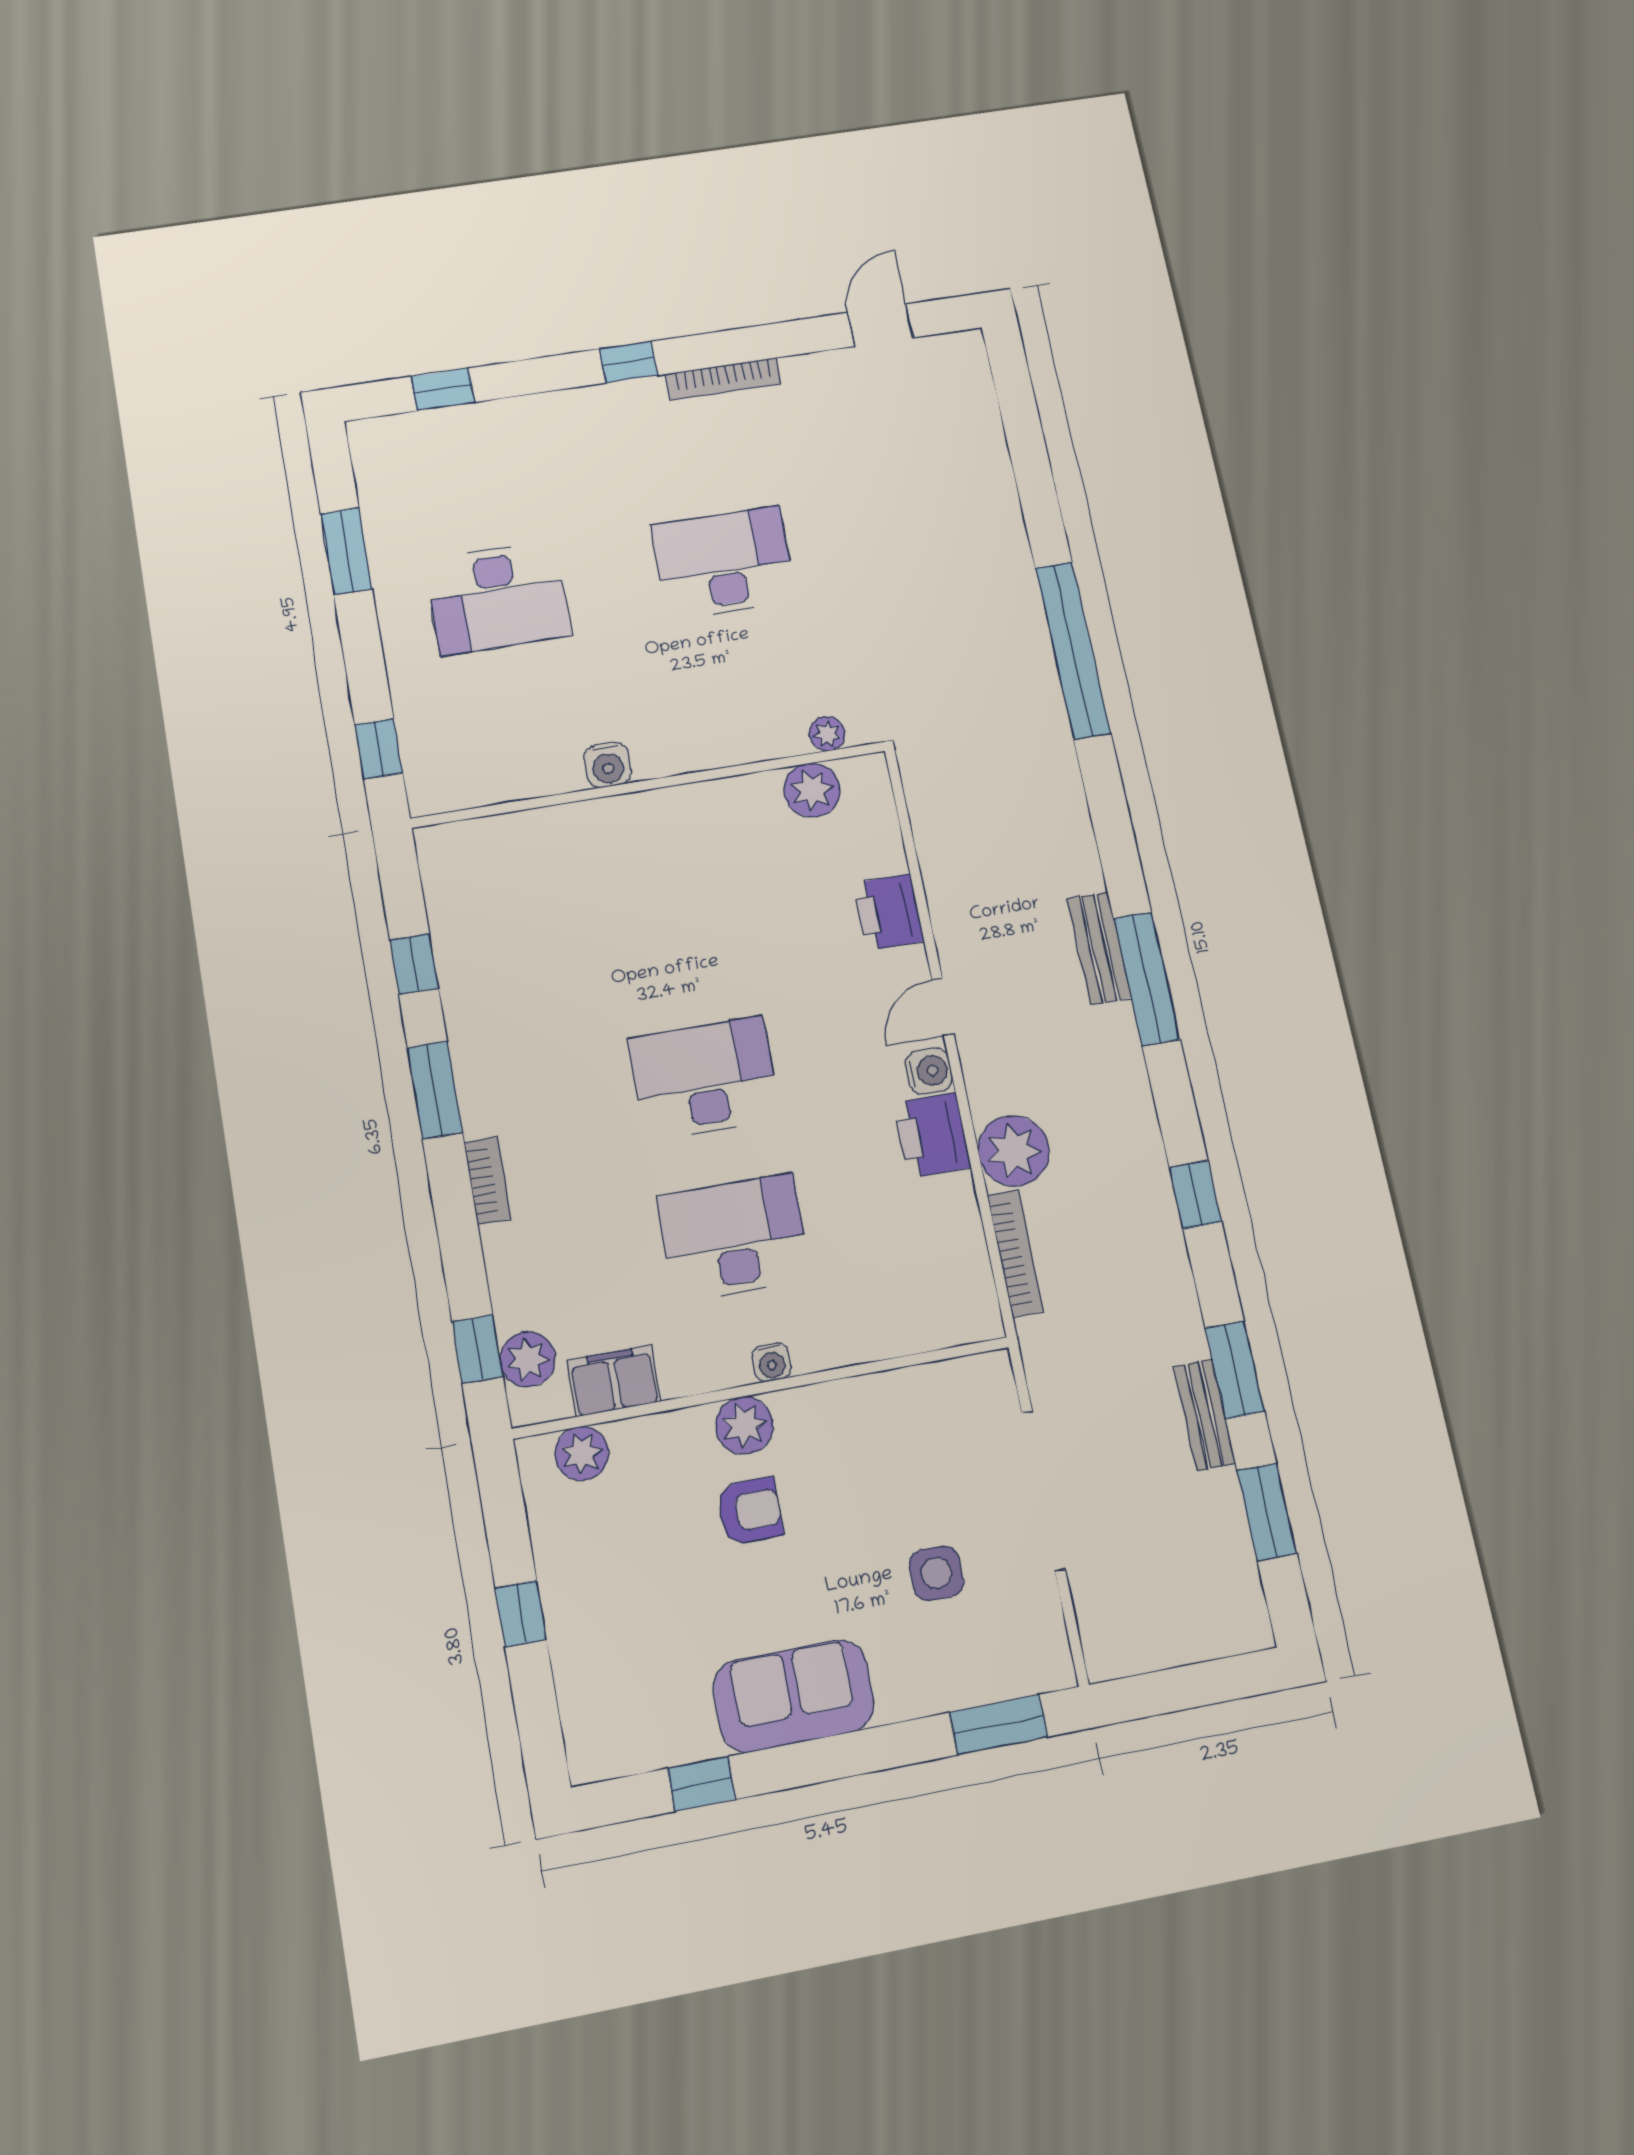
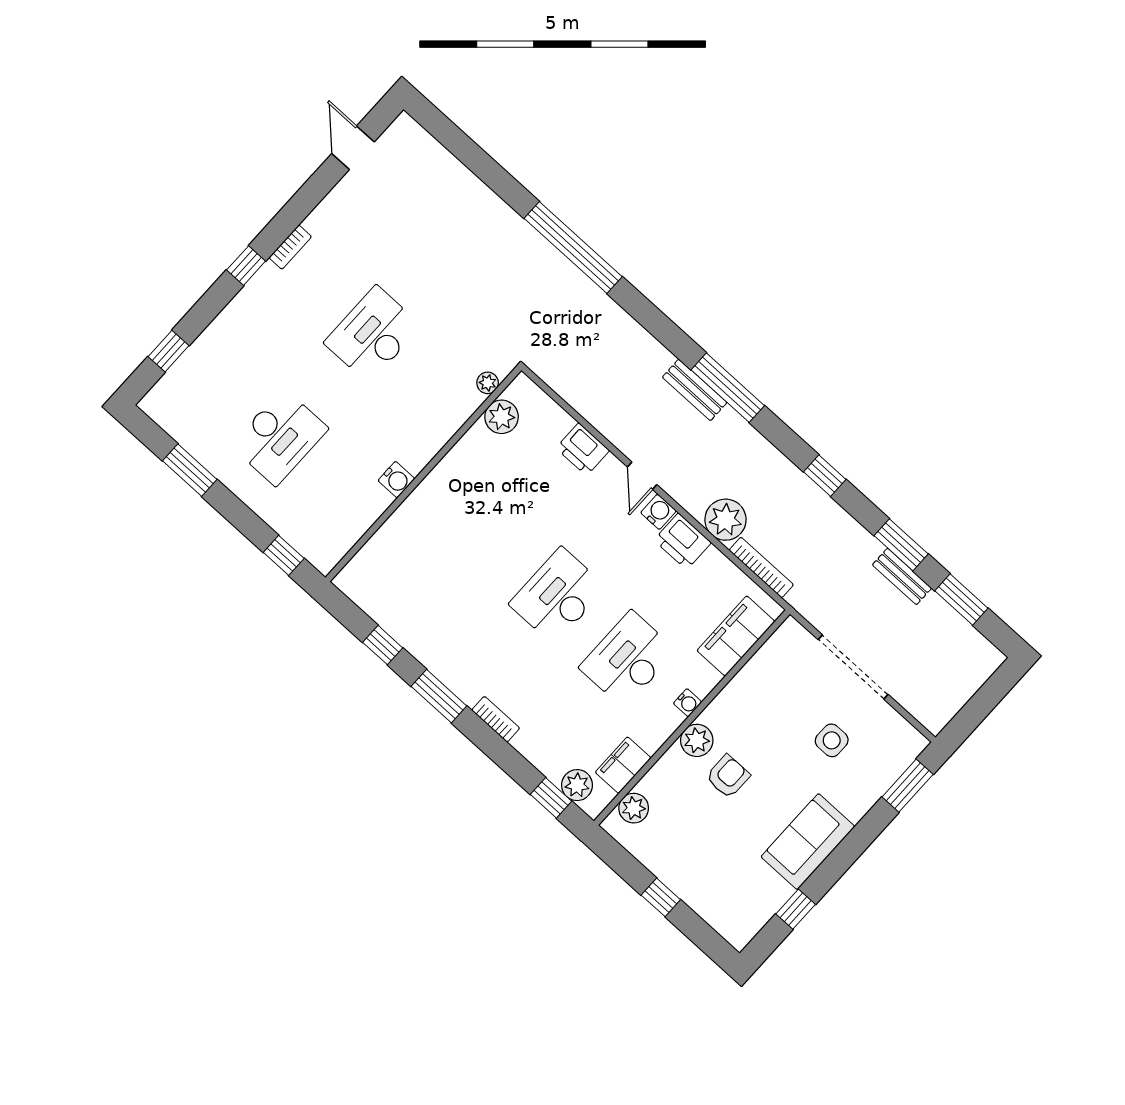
bookcase: (724, 379) -> (290, 247), width x0.64
filing cabinet: (910, 1321) -> (736, 636), added

